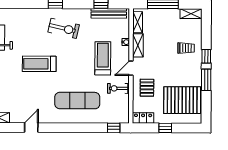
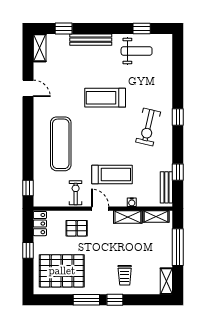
bench: (109, 13) -> (166, 187), width x0.73
treadmill: (39, 64) -> (105, 98), turned -90
pallet: (182, 100) -> (62, 271), turned 90

